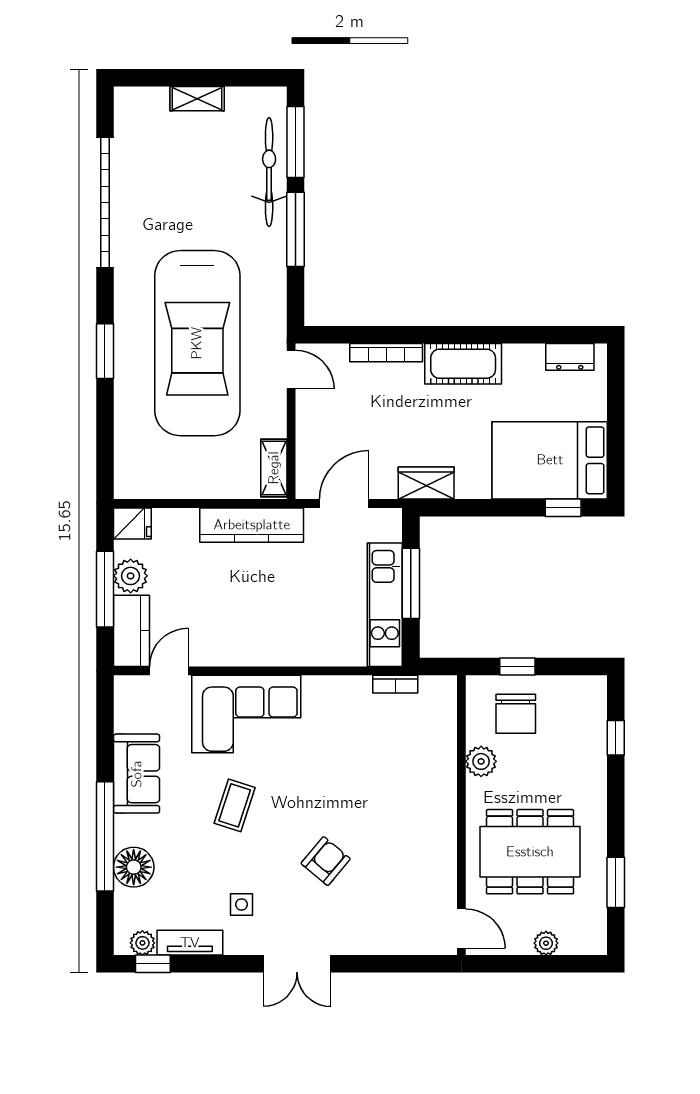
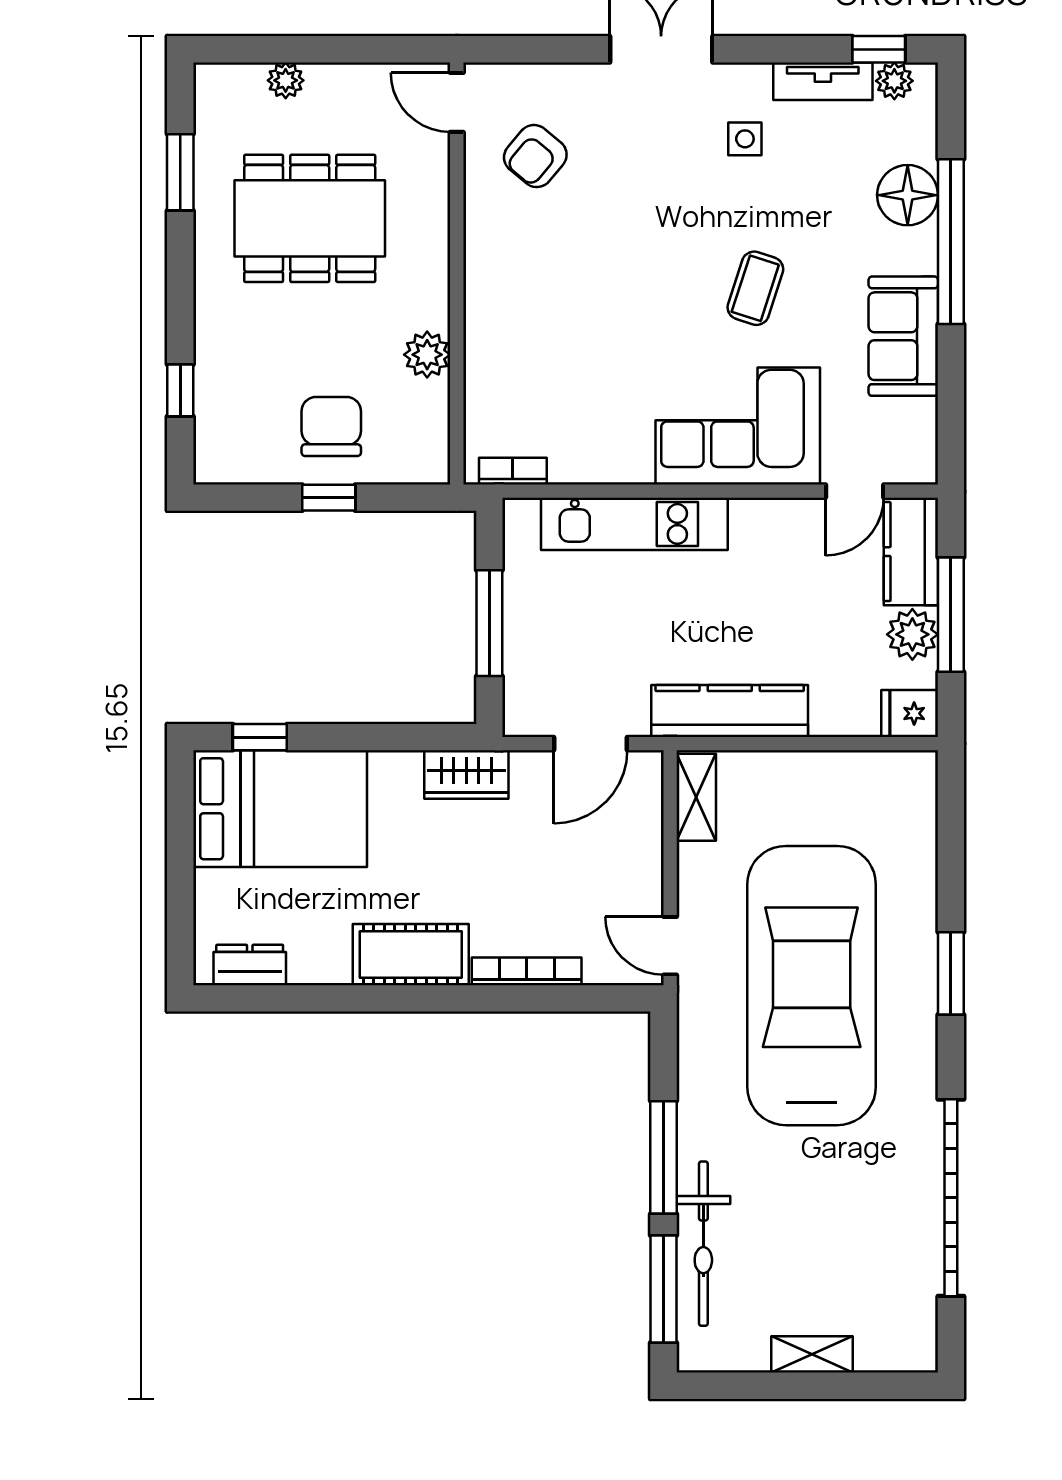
kitchen unit: (385, 605) -> (634, 524), moved, turned 90
plant: (481, 761) -> (427, 355), moved
wall: (461, 815) -> (457, 273), moved
armchair: (326, 861) -> (535, 156), moved
door: (461, 929) -> (457, 102), moved

